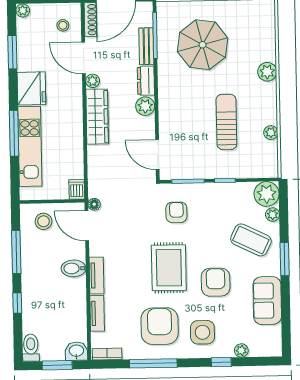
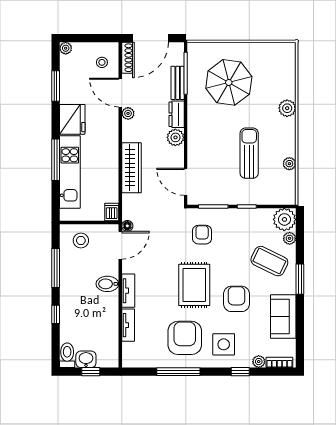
wardrobe: (97, 117) -> (132, 168), moved
door: (87, 226) -> (120, 245), swing flipped
washbasin: (76, 351) -> (86, 359), moved
bookcase: (107, 354) -> (279, 362), moved
window: (57, 365) -> (91, 372), width x0.67

